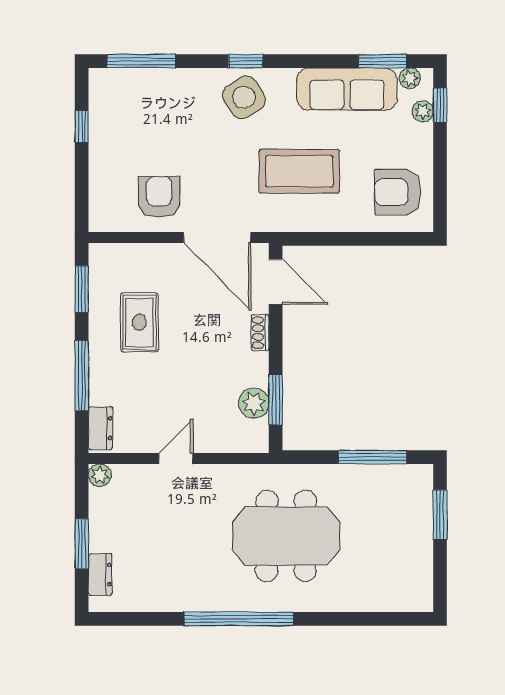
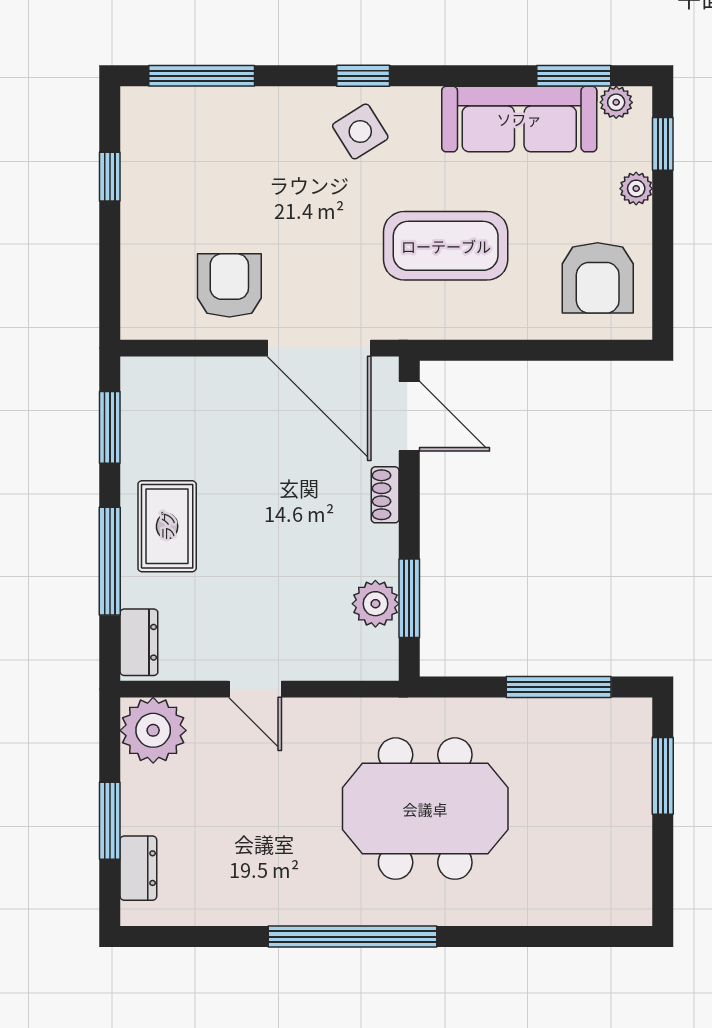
side table: (244, 97) -> (360, 131), width x0.73, depth x0.73
plant: (423, 111) -> (636, 189), moved
armchair: (398, 192) -> (598, 278), turned -90
rug: (139, 322) -> (167, 526), moved
door: (176, 459) -> (255, 689), swing flipped
plant: (100, 475) -> (153, 730), width x1.88, depth x1.88

